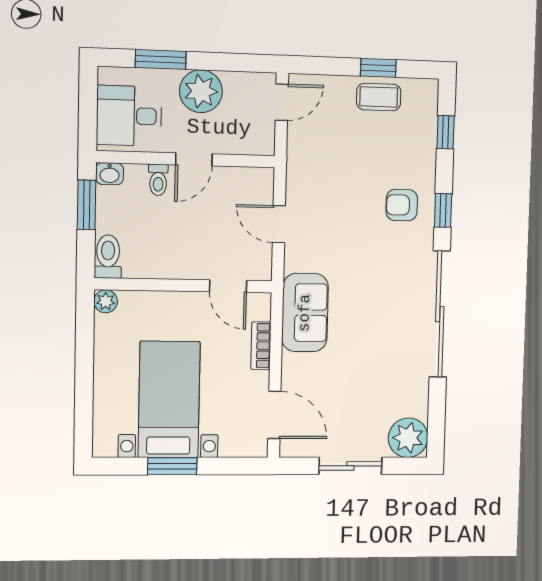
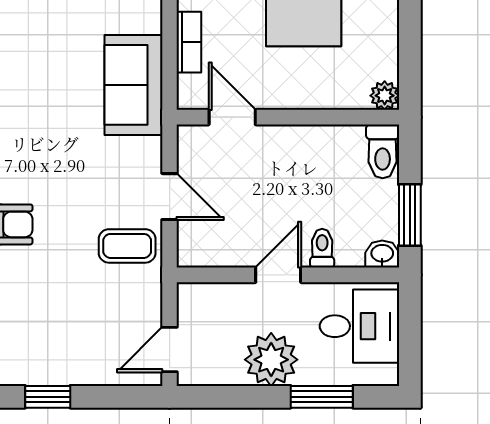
coffee table: (379, 97) -> (127, 246), moved

